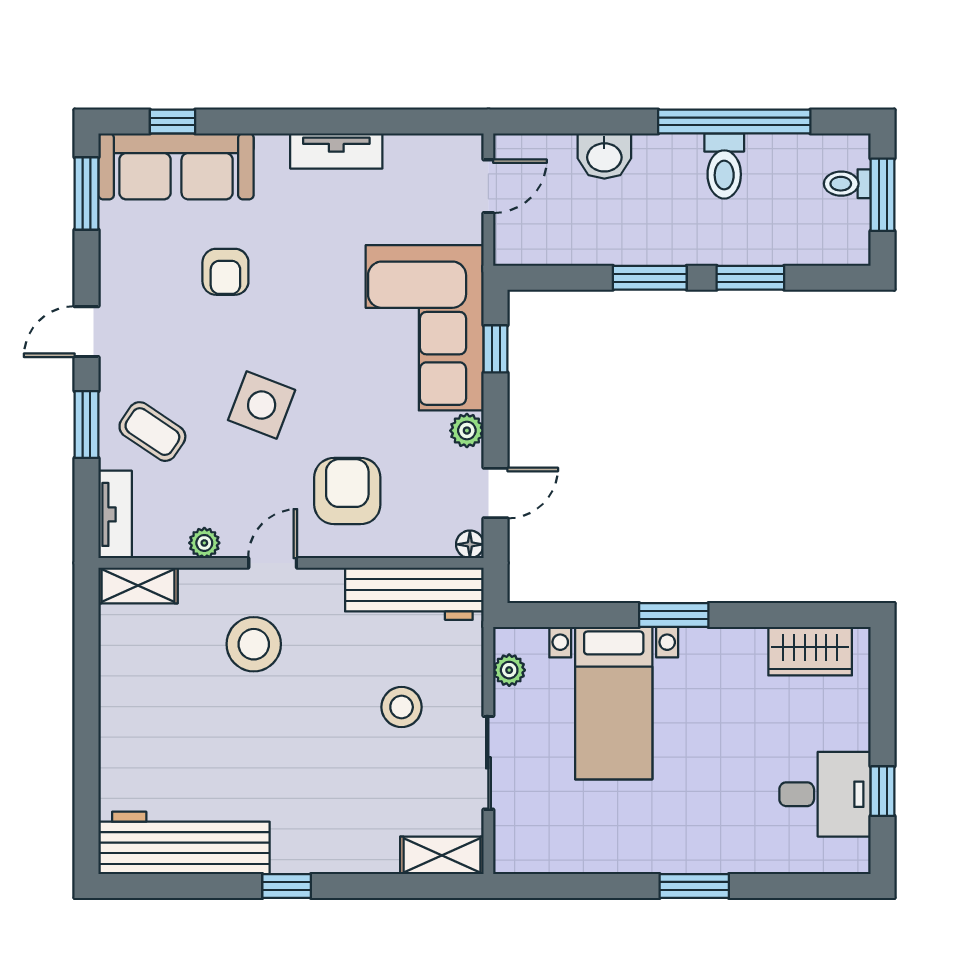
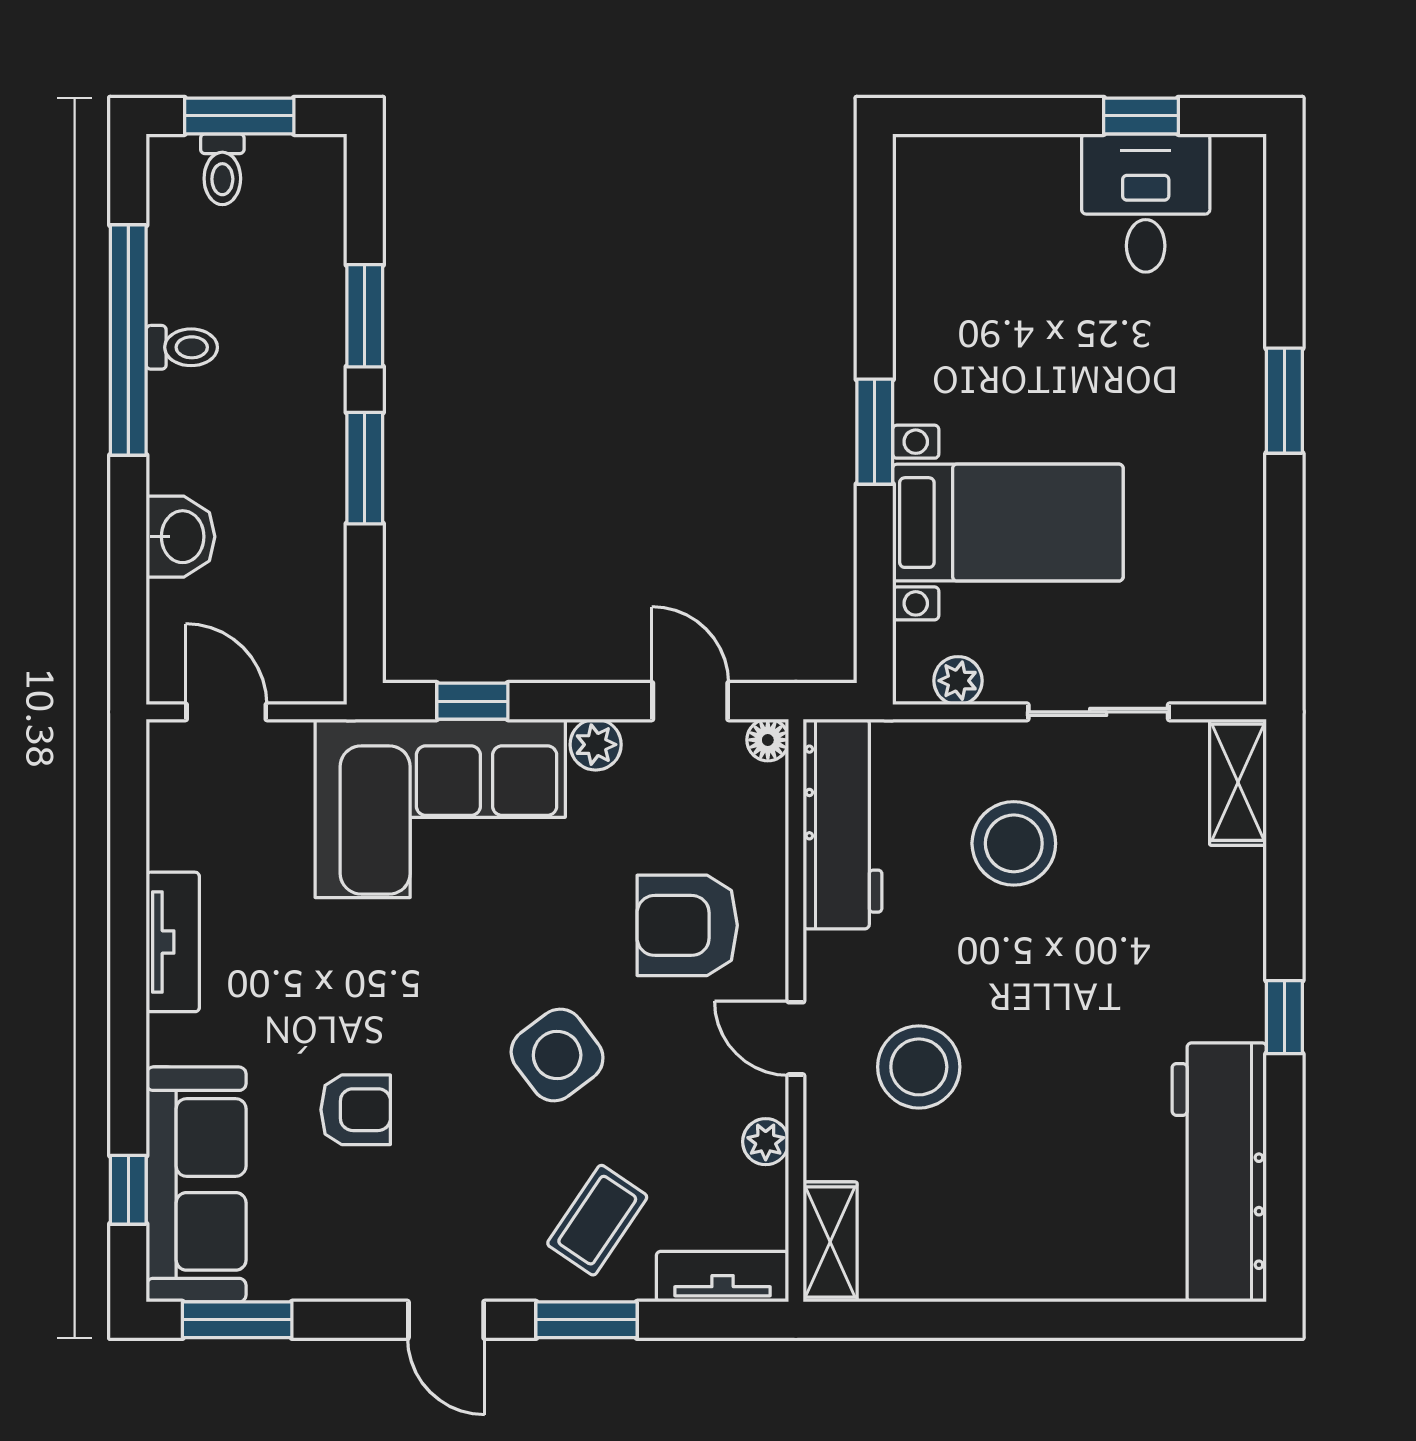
toilet: (724, 166) -> (182, 347), width x0.73, depth x0.72
side table: (262, 405) -> (557, 1055), turned 32
wardrobe: (810, 651) -> (929, 225), removed
stool: (402, 707) -> (1014, 843), width x1.38, depth x1.38

